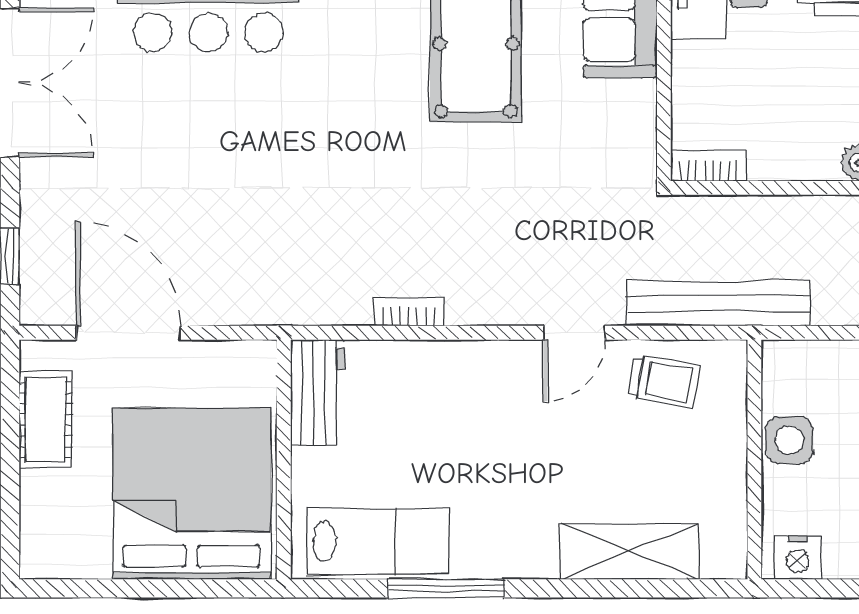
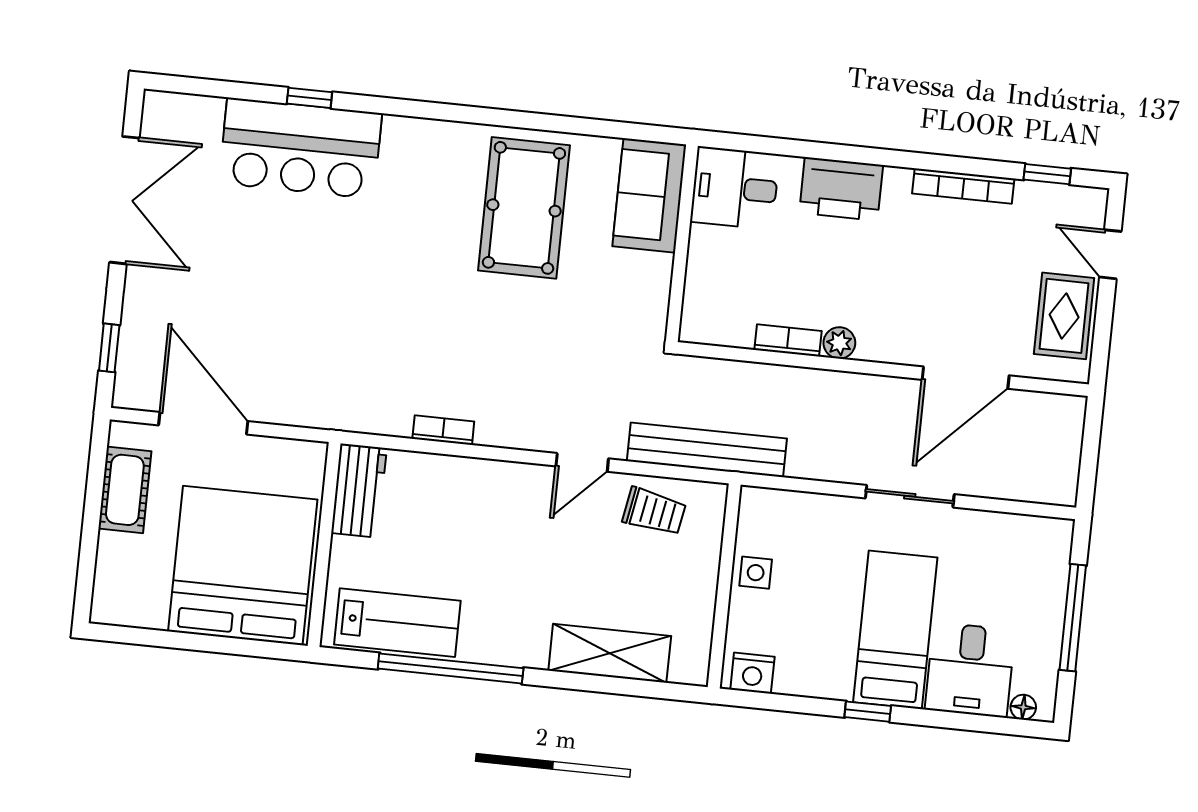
bookcase: (709, 166) -> (788, 340), moved
side table: (789, 440) -> (756, 573), width x0.73, depth x0.73
window: (446, 588) -> (451, 668), width x1.46

